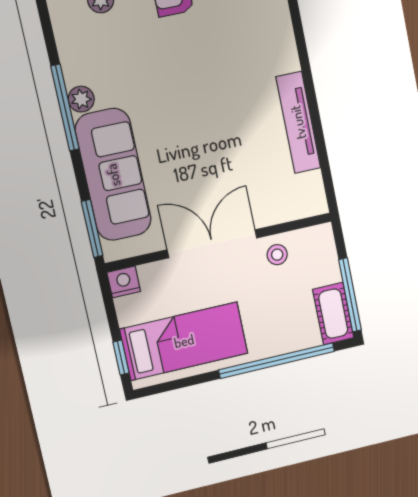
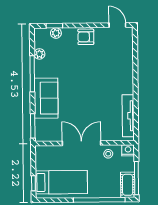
plant: (81, 99) -> (39, 54), moved
tv unit: (298, 122) -> (128, 116), moved
sofa: (113, 175) -> (46, 98), width x0.73
nightstand: (124, 282) -> (128, 150), moved

